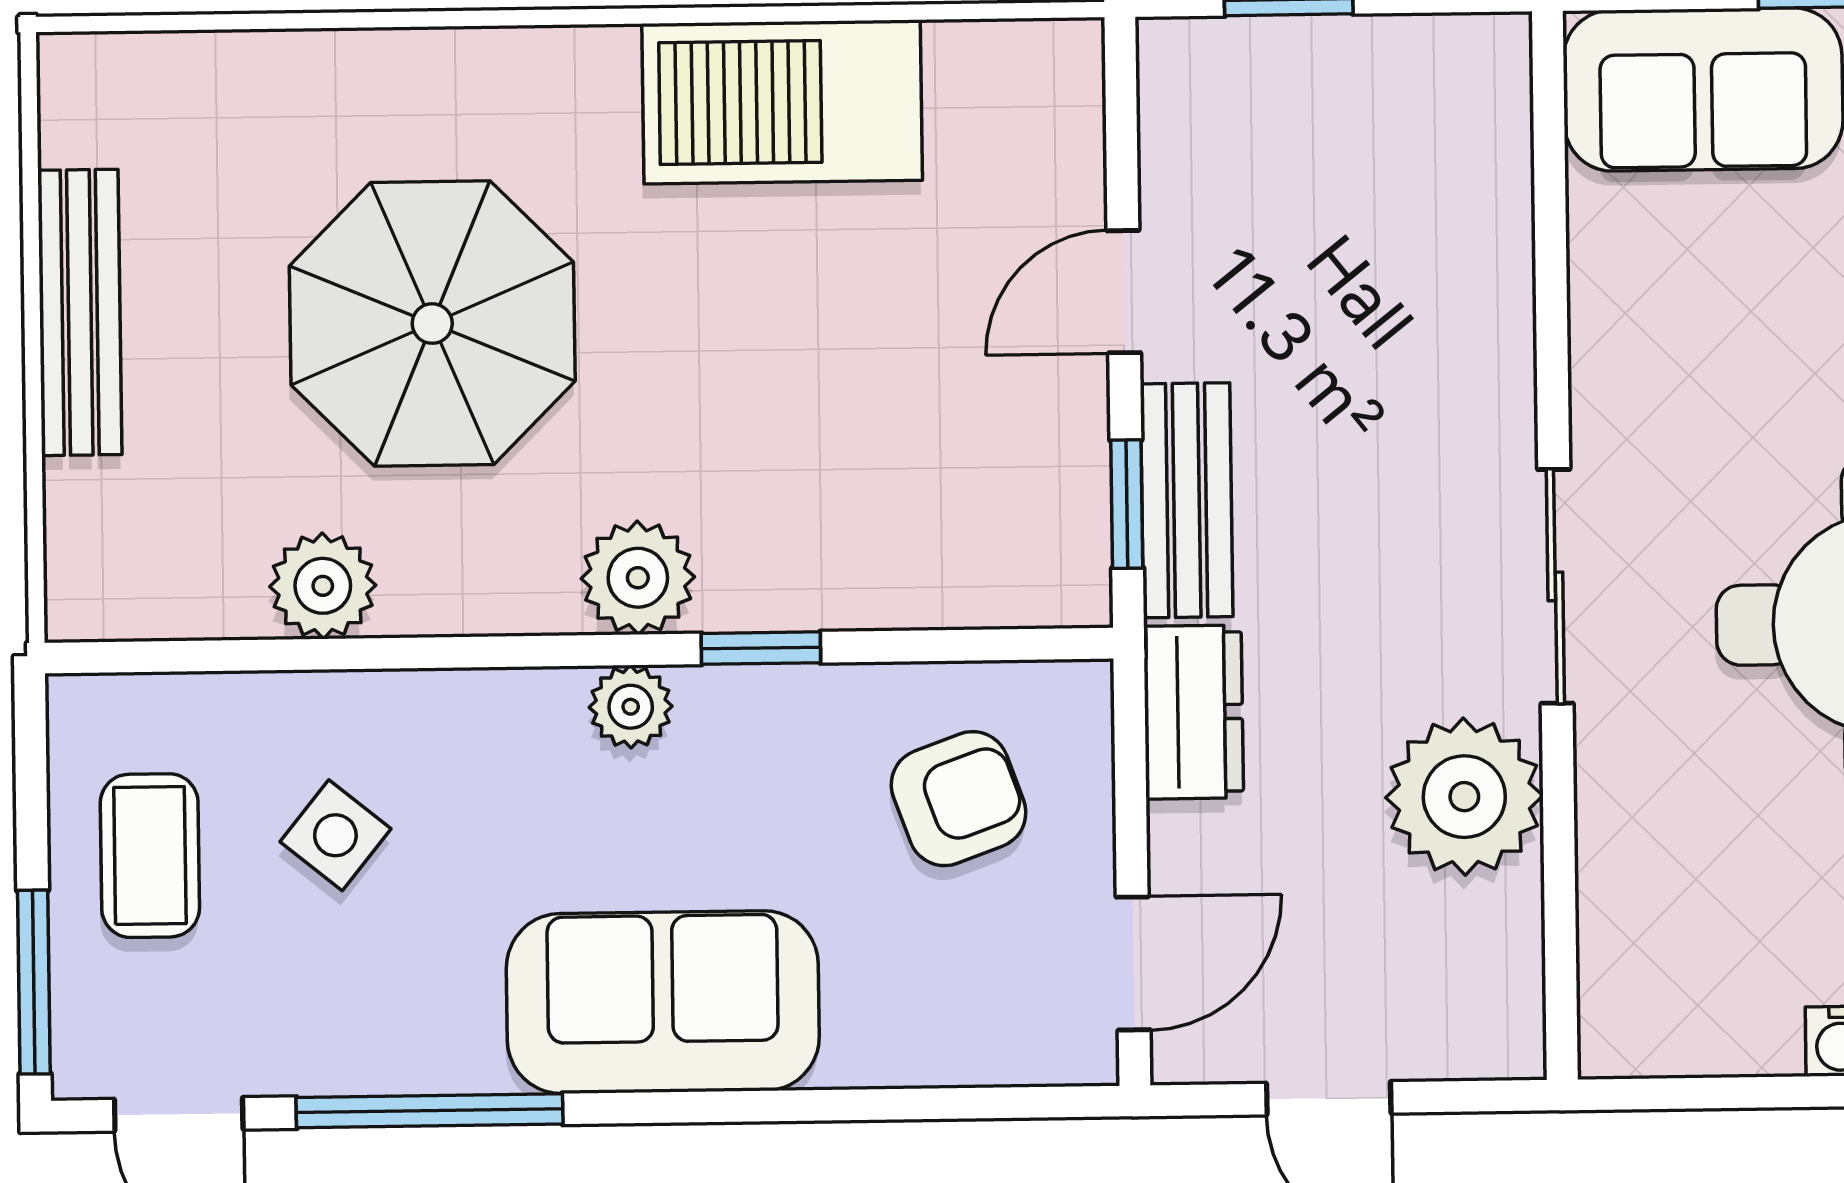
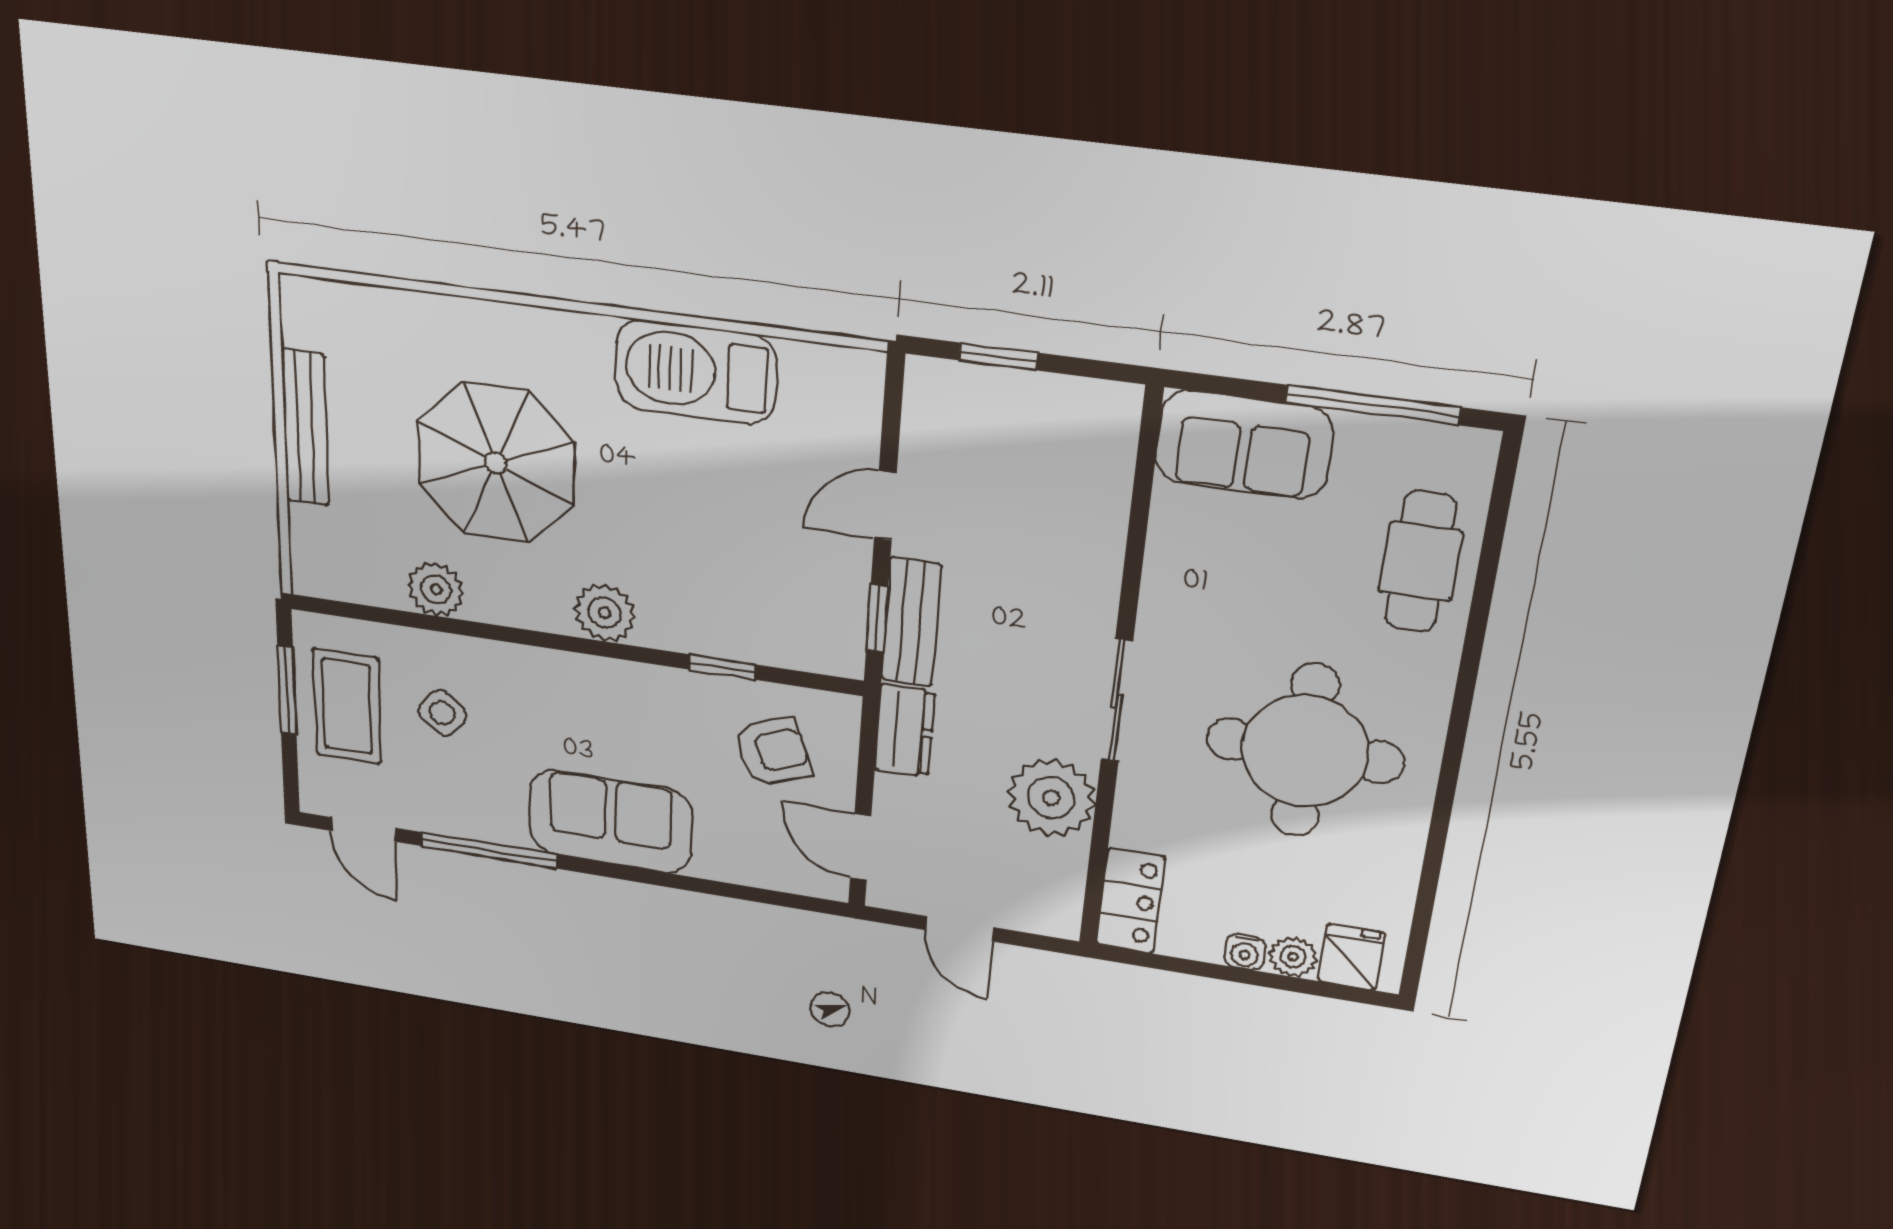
window: (761, 648) -> (722, 667), moved
plant: (631, 707) -> (599, 677), removed
coffee table: (150, 856) -> (347, 706), width x1.36, depth x1.30
door: (1133, 963) -> (861, 847), swing flipped
locker: (1627, 977) -> (1131, 901), added
window: (34, 982) -> (287, 691), moved

